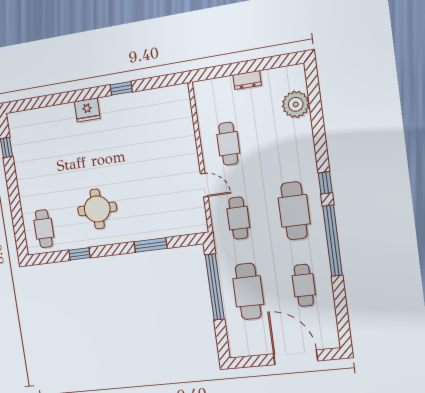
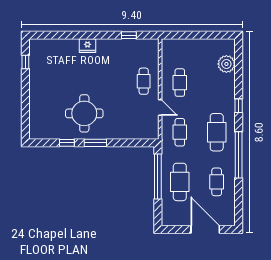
dresser: (247, 80) -> (198, 43), removed
window: (121, 88) -> (129, 35), moved
window: (325, 183) -> (239, 106), moved
round table: (97, 209) -> (84, 113), width x1.36, depth x1.36
cafe table: (44, 229) -> (144, 81), moved
window: (151, 245) -> (95, 143), moved

